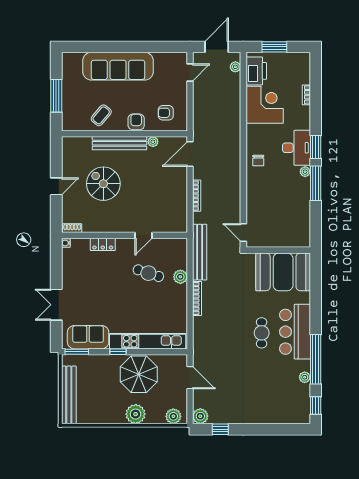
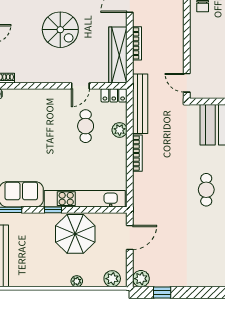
spiral stairs: (103, 184) -> (60, 30), moved, turned 180
wardrobe: (179, 206) -> (118, 55), added
locker: (103, 244) -> (114, 95), moved
cafe table: (148, 273) -> (86, 126), turned 72
door: (190, 378) -> (130, 237), hinge flipped
plant: (136, 414) -> (77, 281), width x0.53, depth x0.53

